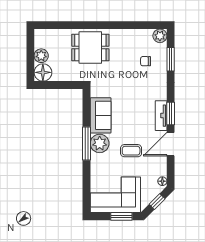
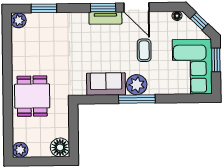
plant: (41, 56) -> (20, 150), moved
chair: (146, 61) -> (46, 36), removed

